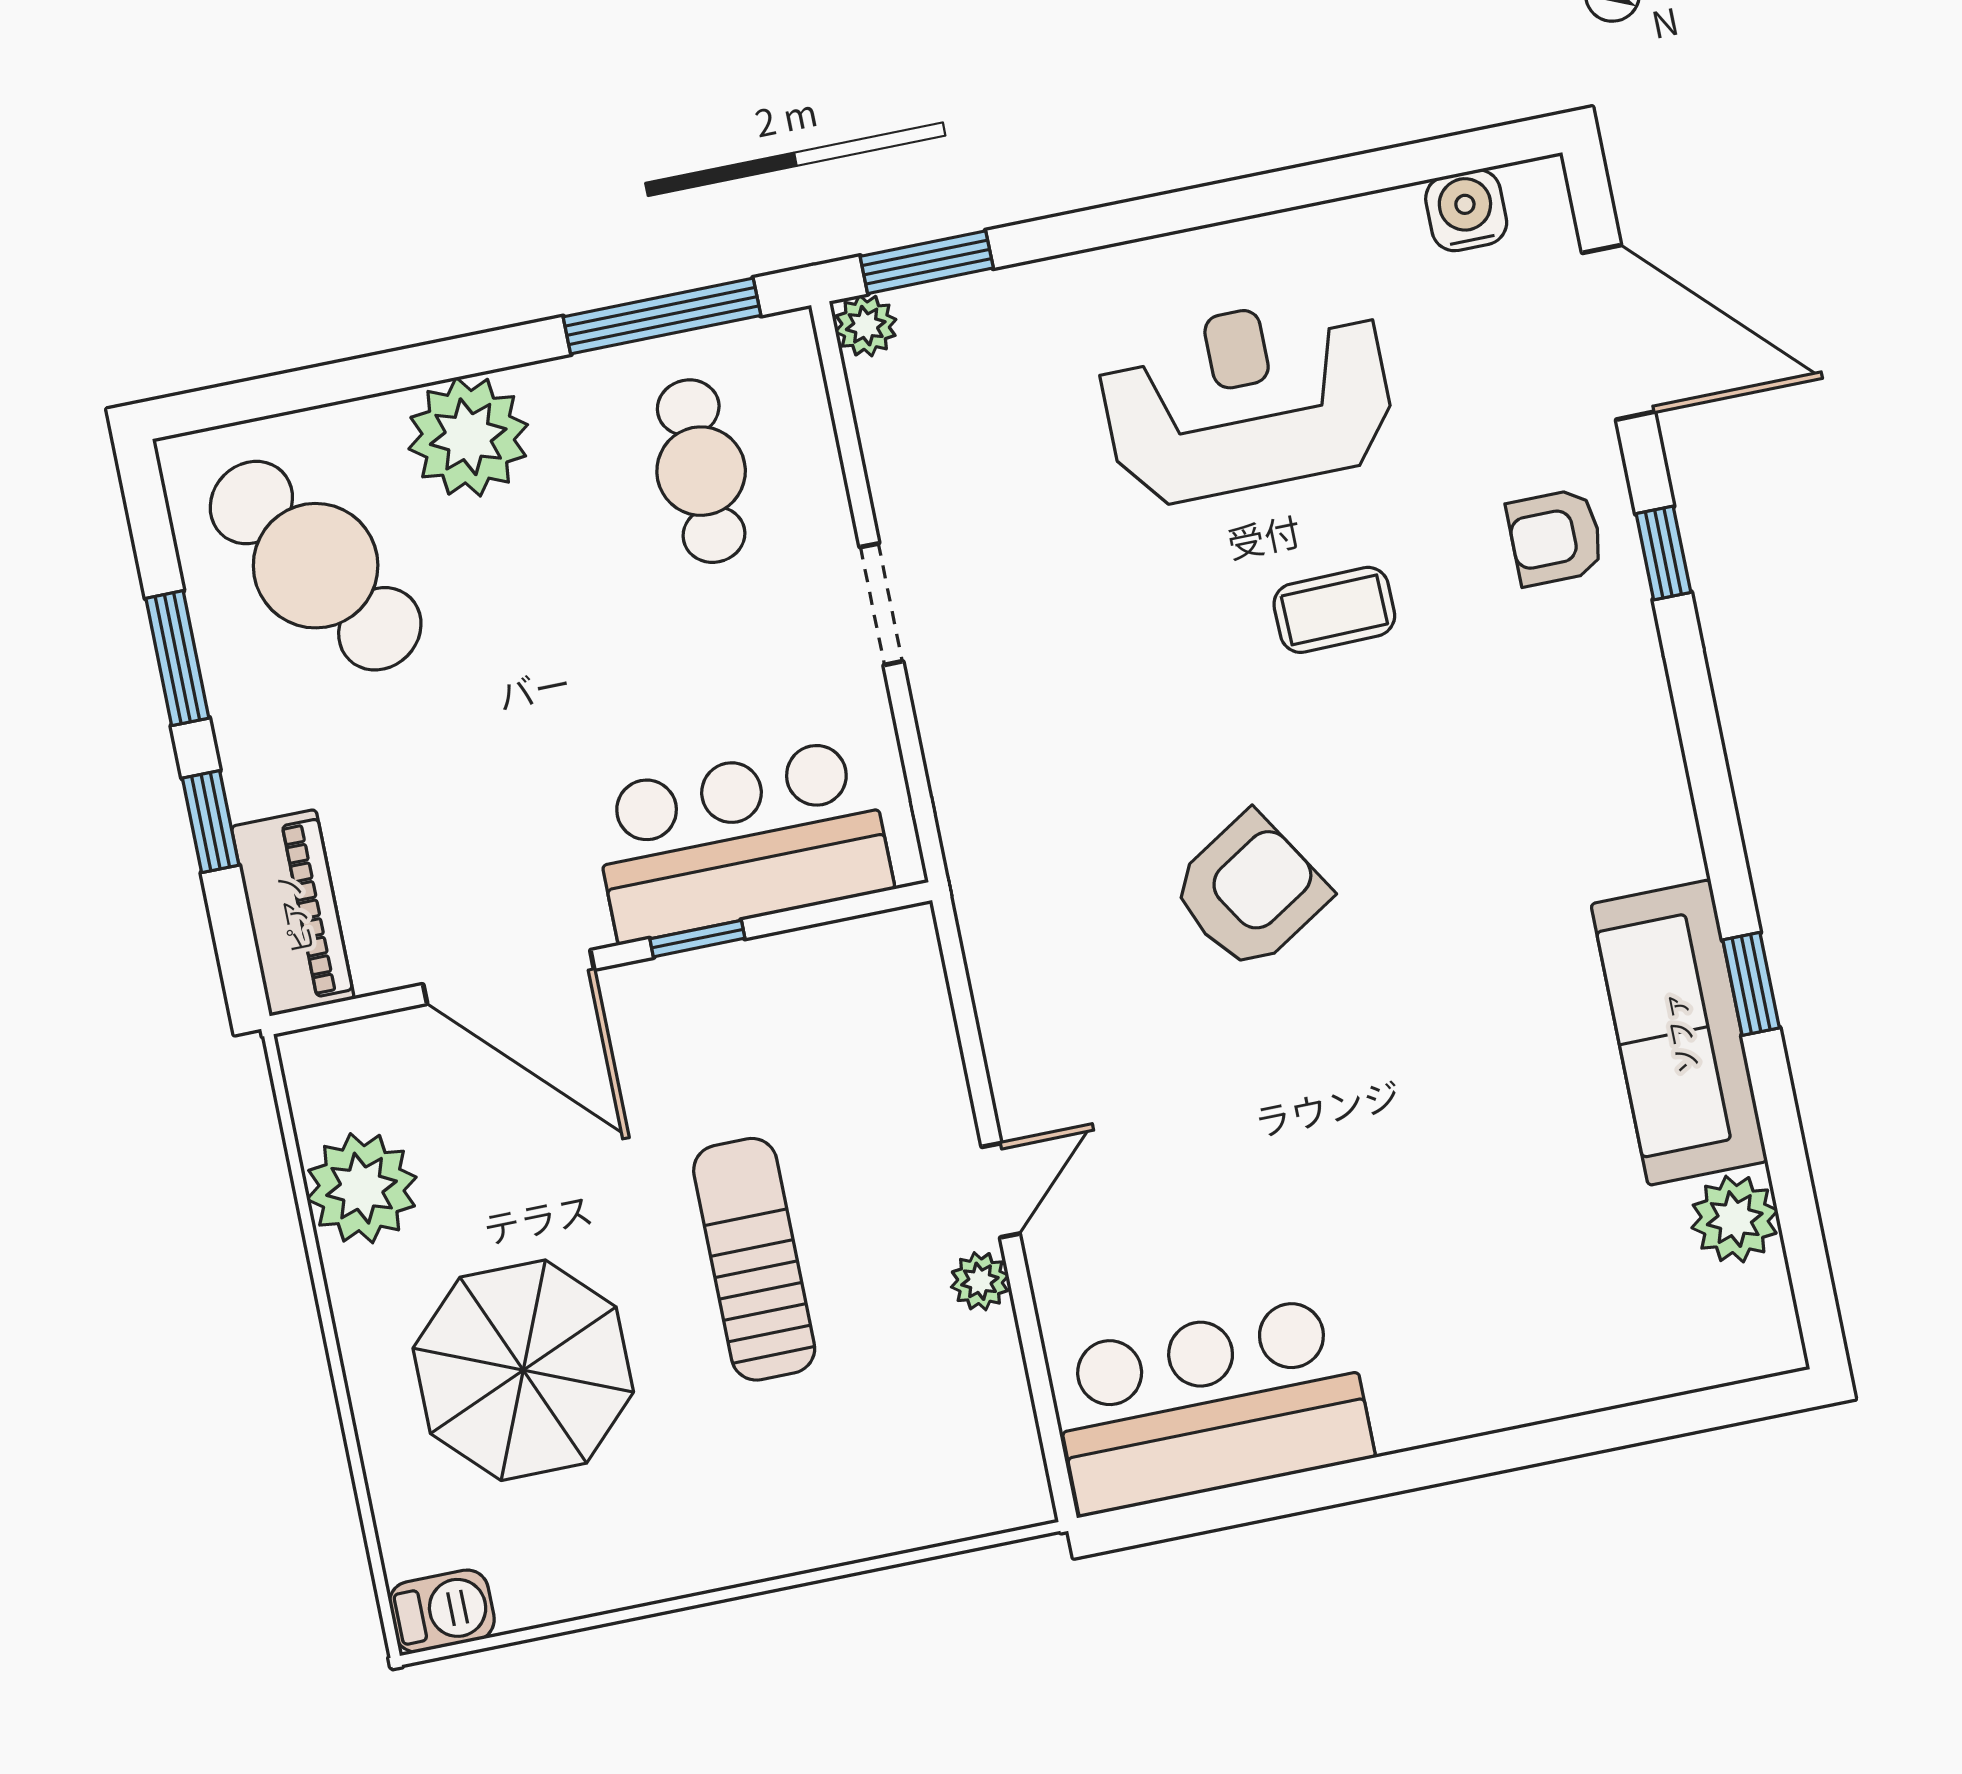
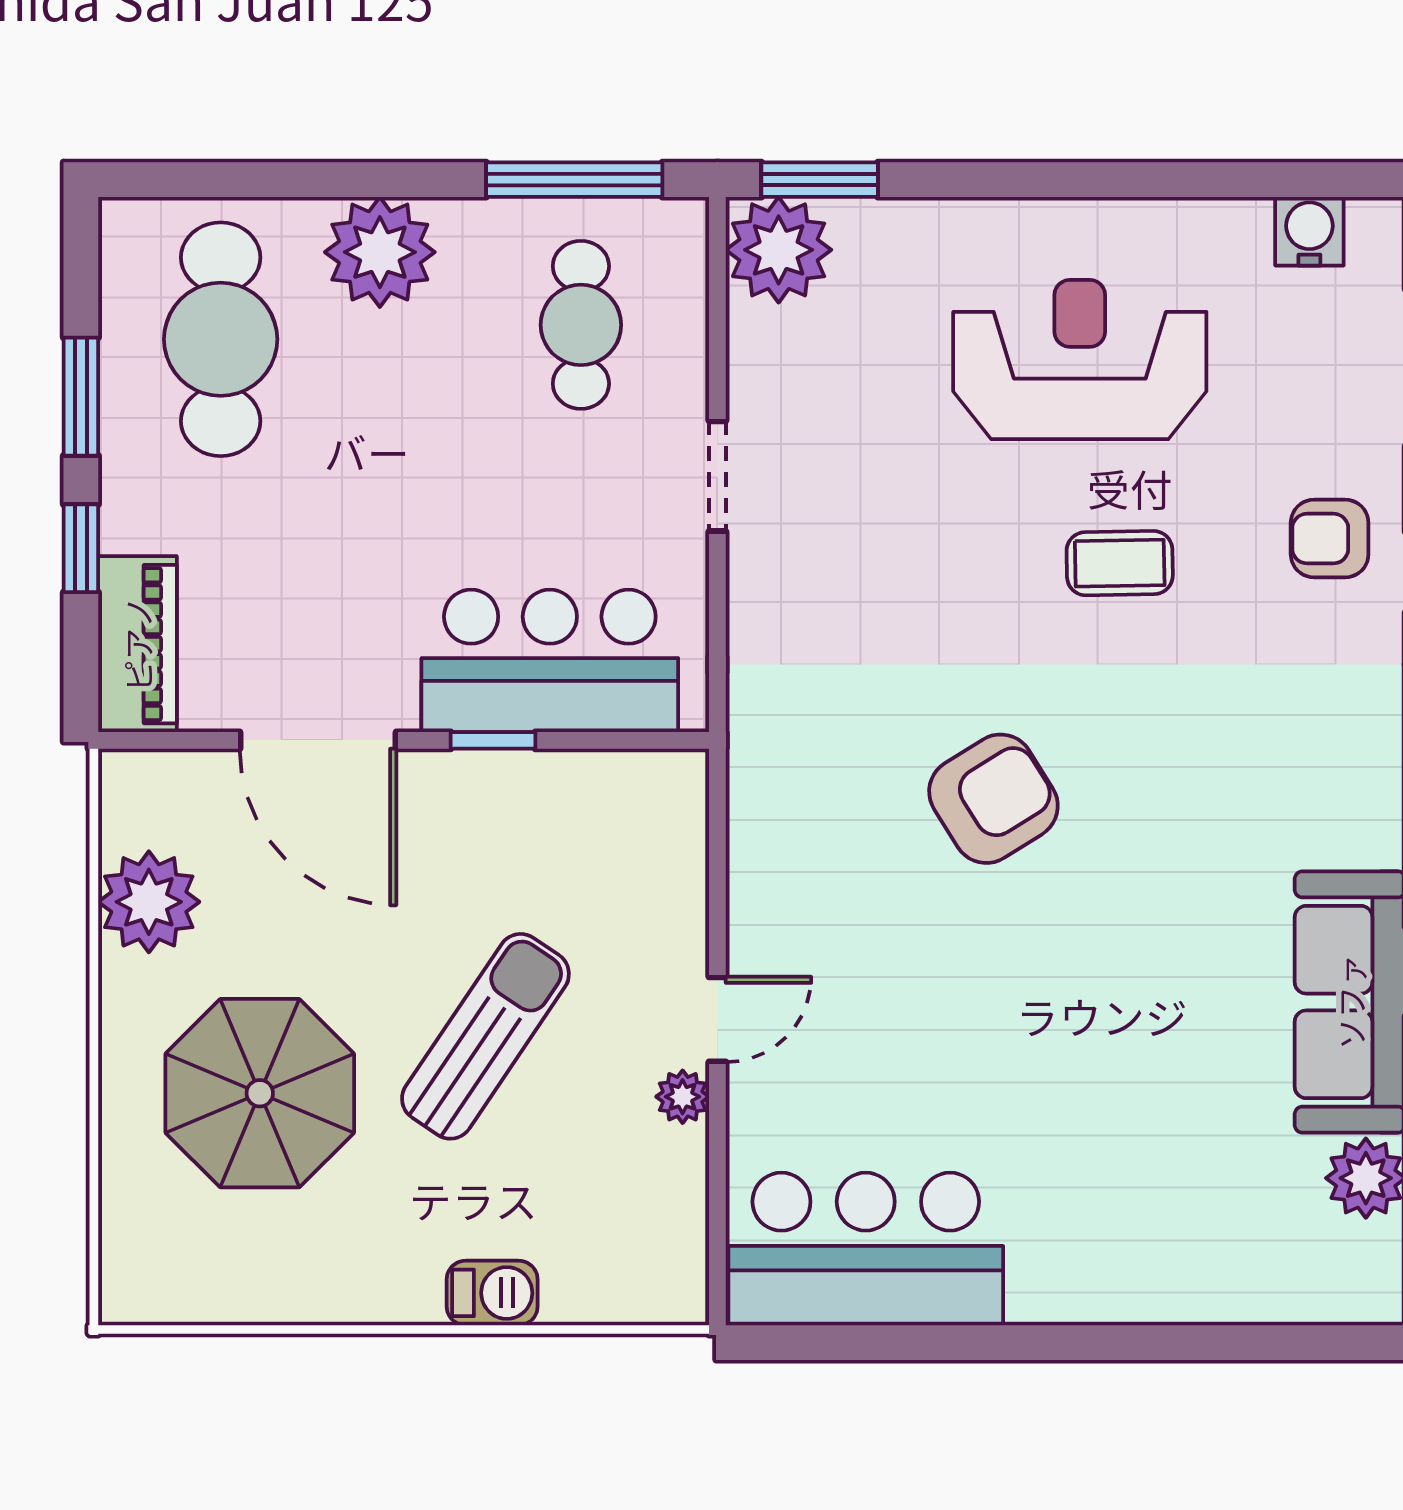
plant: (866, 326) -> (779, 250), width x1.88, depth x1.88
cafe table: (316, 566) -> (221, 339), turned 34
sun lounger: (754, 1259) -> (485, 1036), turned 34
barbecue: (442, 1611) -> (492, 1293), moved

